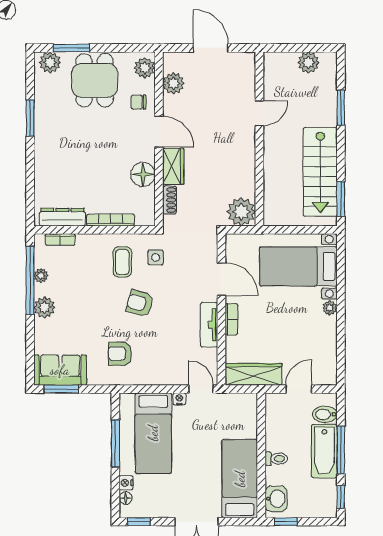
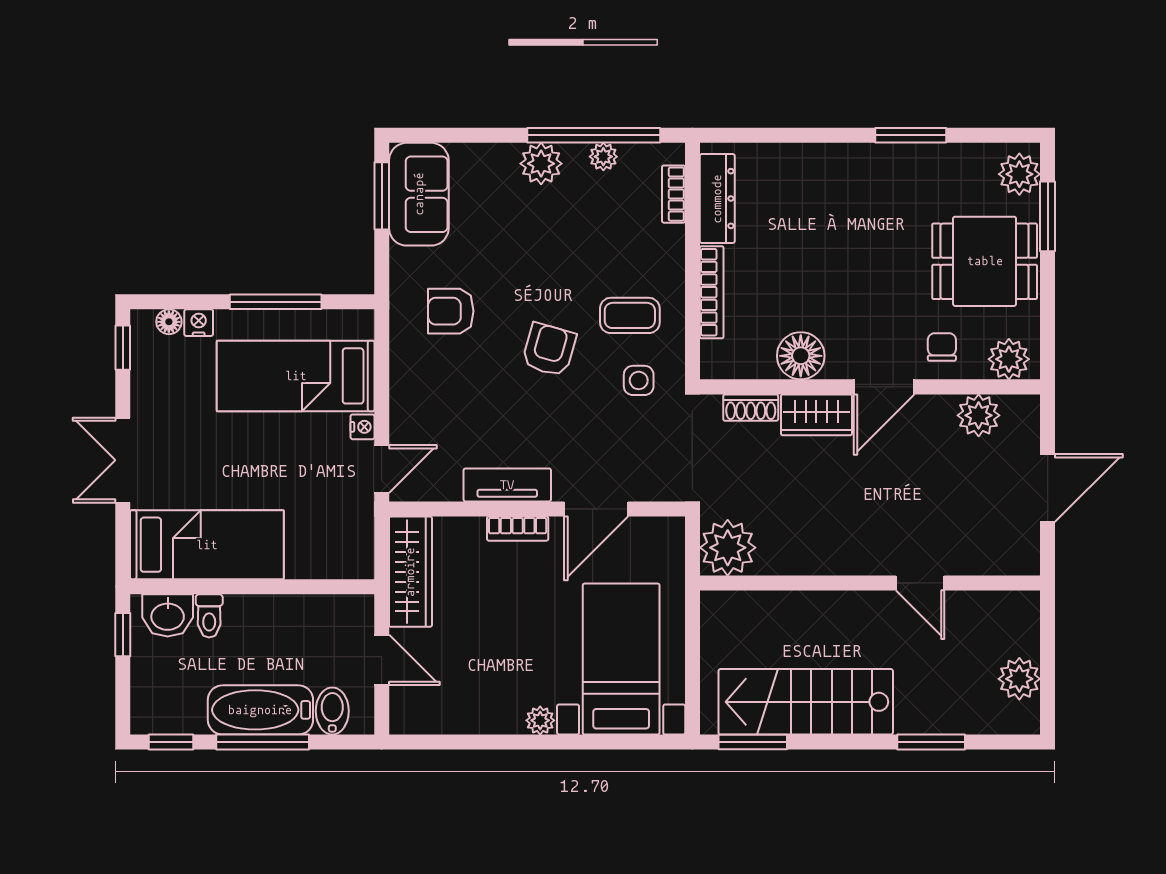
armchair: (120, 354) -> (451, 311), turned -90
toilet: (276, 459) -> (209, 616), moved

